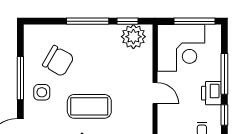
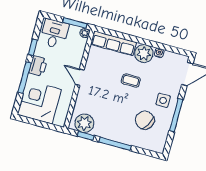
window: (195, 21) -> (36, 123), removed
corner desk: (181, 48) -> (39, 102), moved
coffee table: (89, 106) -> (131, 81), width x0.54, depth x0.58

